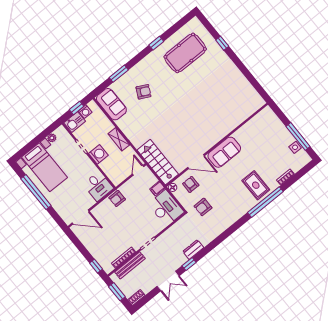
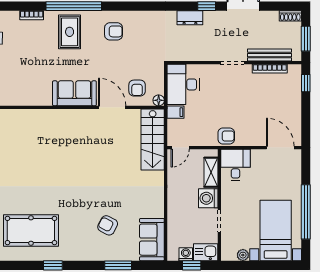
shelving: (119, 139) -> (211, 172), moved
armchair: (203, 207) -> (114, 31), moved

